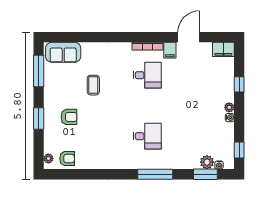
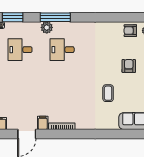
desk: (147, 75) -> (20, 50), moved
armchair: (69, 117) -> (129, 66), turned 90
plant: (207, 162) -> (47, 27), moved

